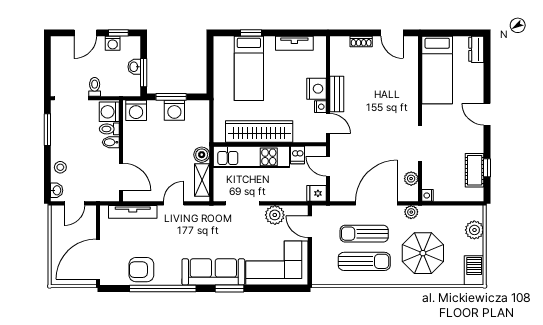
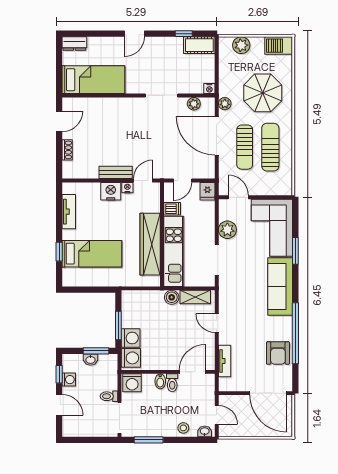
washing machine: (174, 110) -> (131, 338), moved
toilet: (109, 129) -> (172, 383), moved
cot: (475, 170) -> (199, 45), moved
tv unit: (133, 212) -> (225, 361), width x0.71
door: (310, 227) -> (238, 197), swing flipped
window: (230, 288) -> (295, 251), moved

